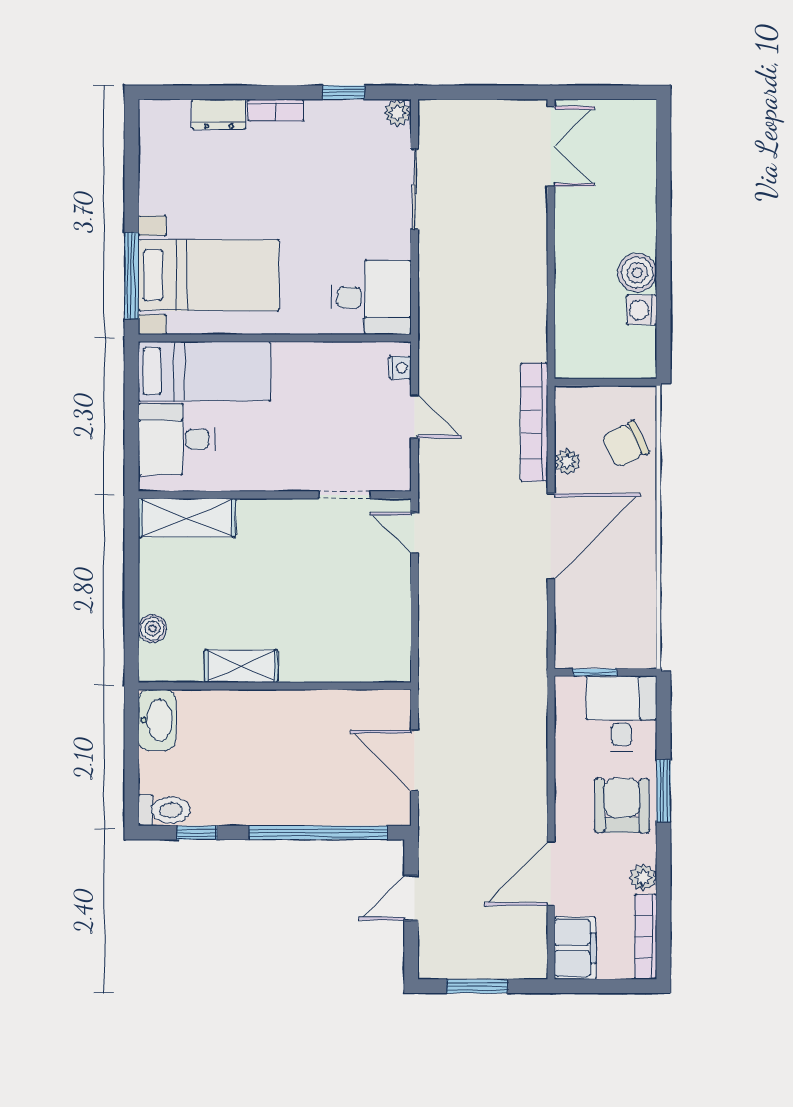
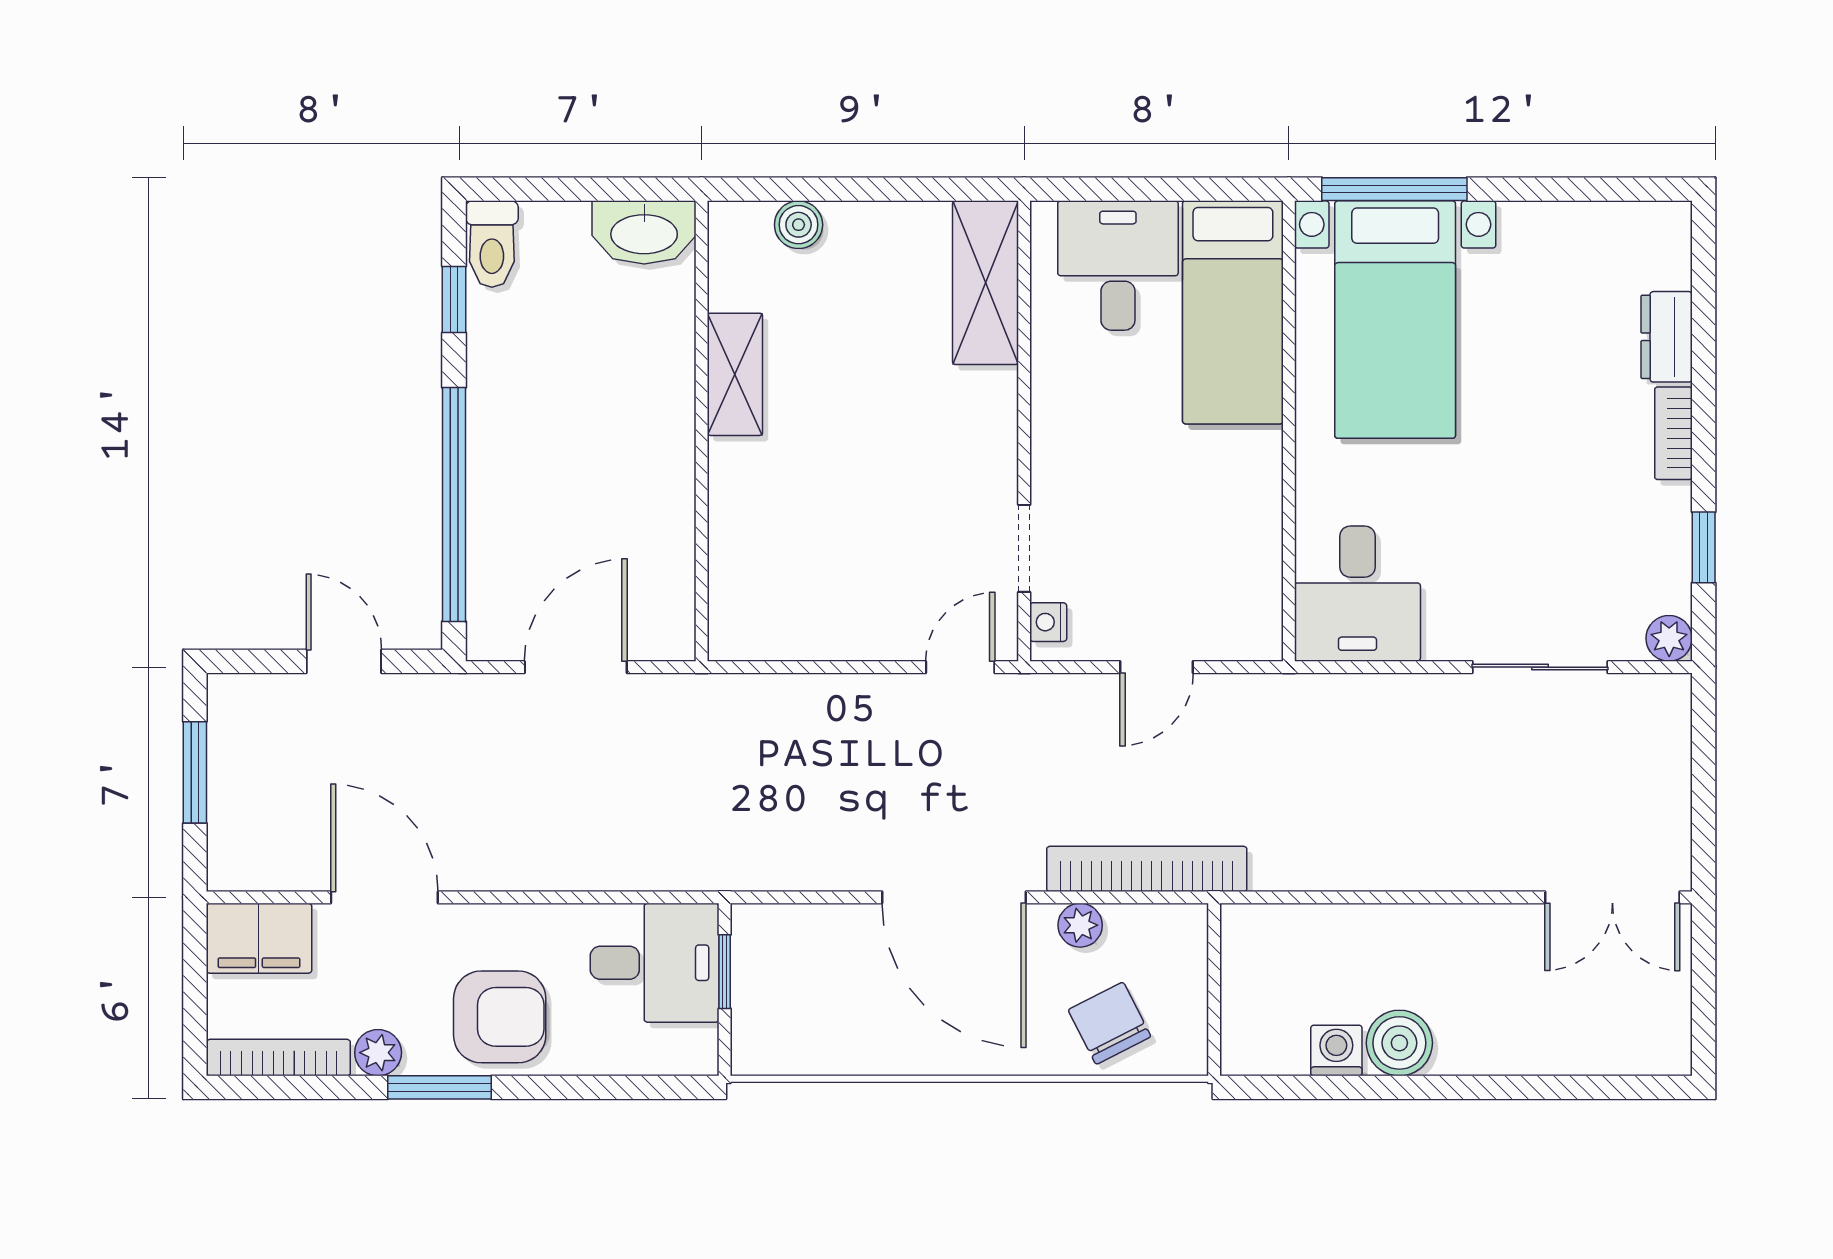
nightstand: (400, 368) -> (1048, 622), moved, turned 90
desk: (621, 714) -> (655, 963), moved
window: (664, 791) -> (439, 1087), moved

